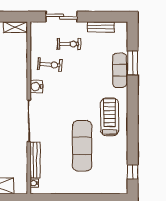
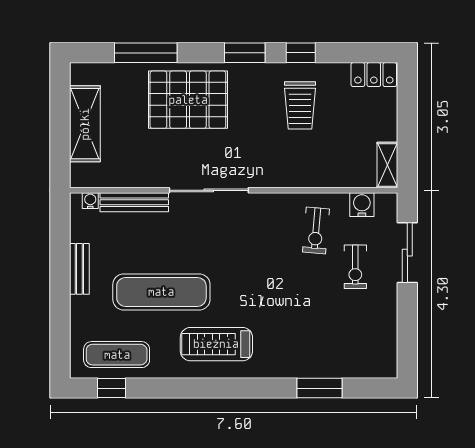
bench: (101, 27) -> (79, 269), moved
exercise mat: (120, 70) -> (117, 355), moved
water cooler: (36, 87) -> (362, 205), moved
treadmill: (110, 117) -> (216, 344), turned 180

